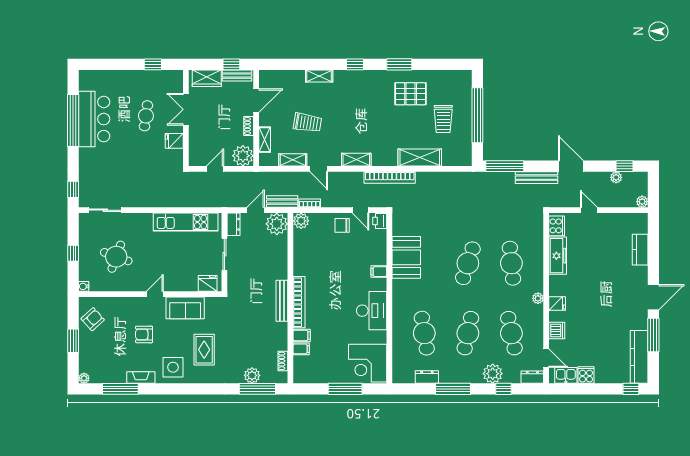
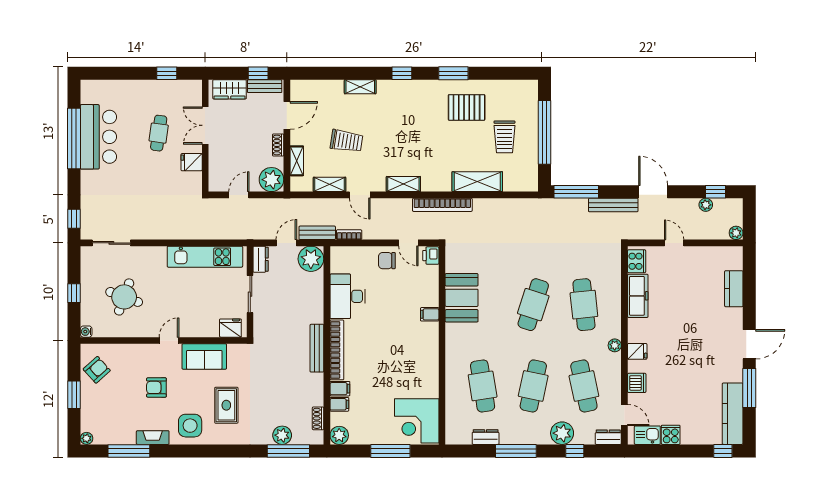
plant: (301, 221) -> (339, 435), moved
desk: (372, 311) -> (348, 296), moved, turned 180

